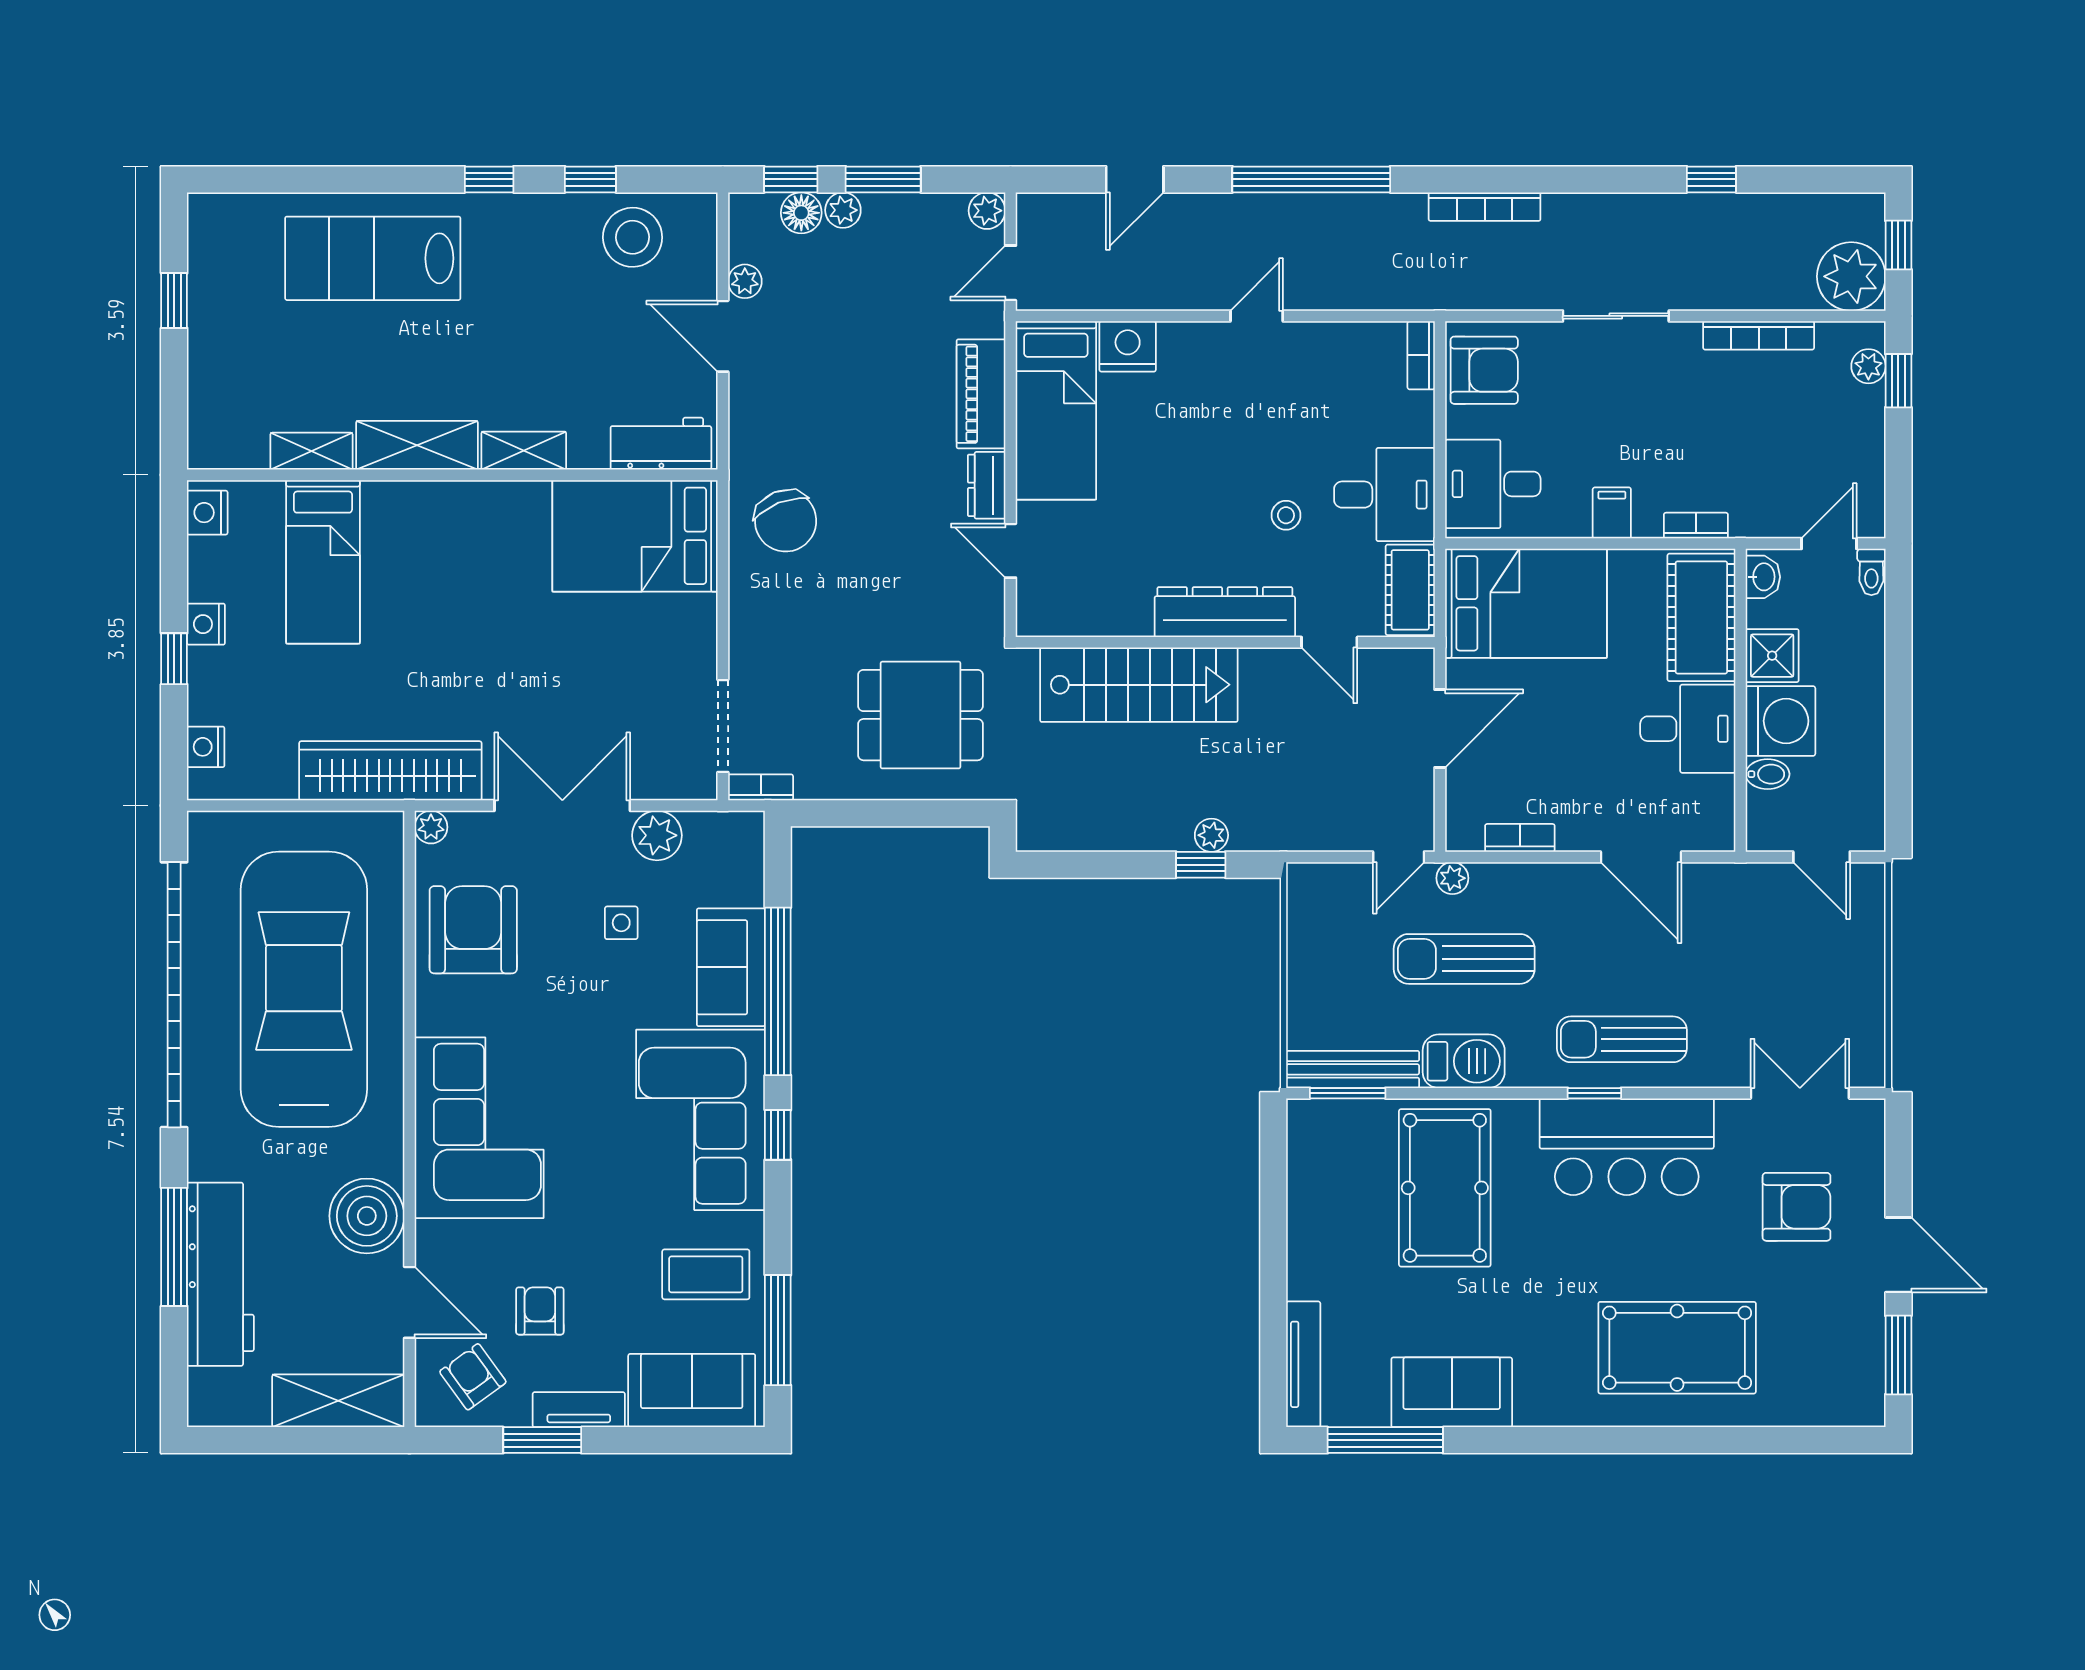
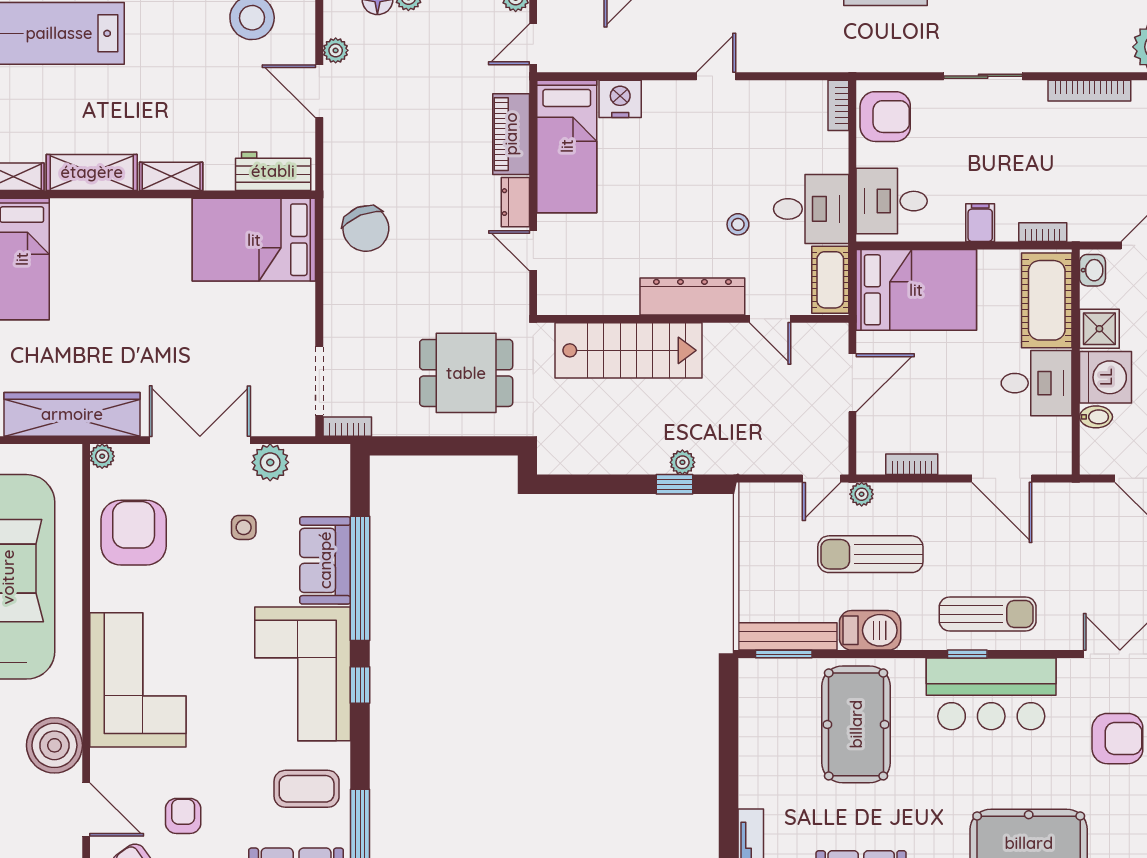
sun lounger: (1622, 1039) -> (988, 614), turned 180

